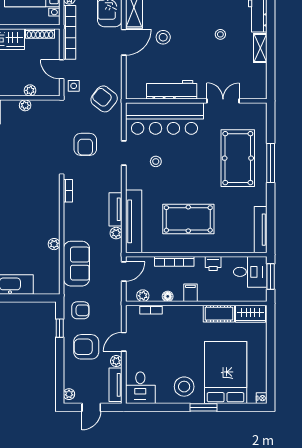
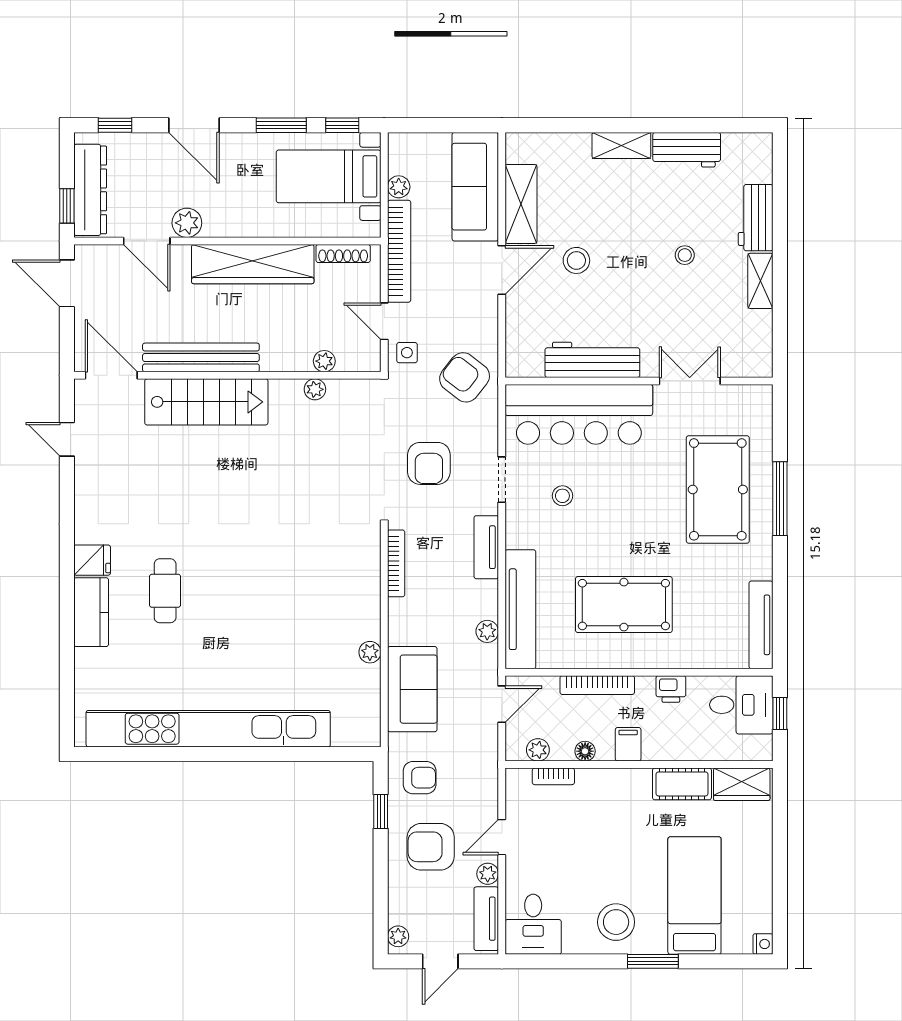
bookcase: (68, 191) -> (396, 563), width x1.56
tv unit: (116, 209) -> (486, 547), moved
window: (271, 276) -> (780, 714), width x0.67
bed: (226, 373) -> (694, 896), width x0.67

